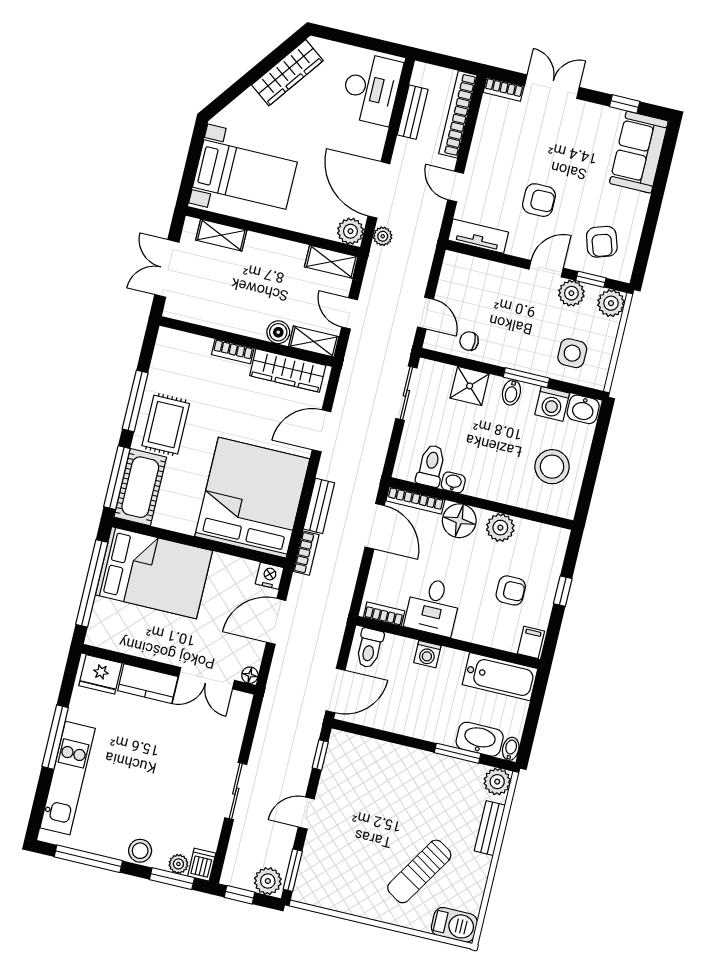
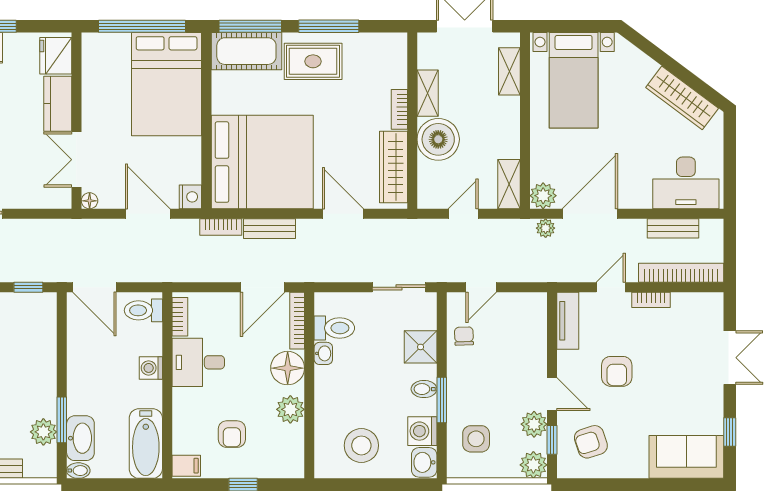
bookcase: (504, 89) -> (651, 300), moved, turned -90
boiler: (278, 332) -> (438, 139), width x1.86, depth x1.86
shelving: (314, 342) -> (428, 93), moved
plant: (497, 782) -> (43, 432), moved

